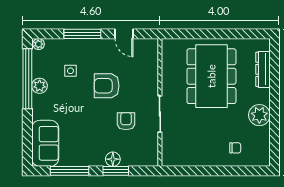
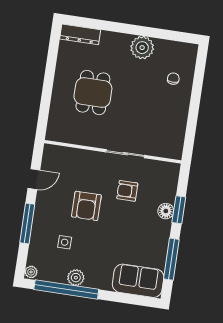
dresser: (263, 69) -> (80, 34), moved
dining table: (211, 76) -> (93, 93), width x0.53, depth x0.80

